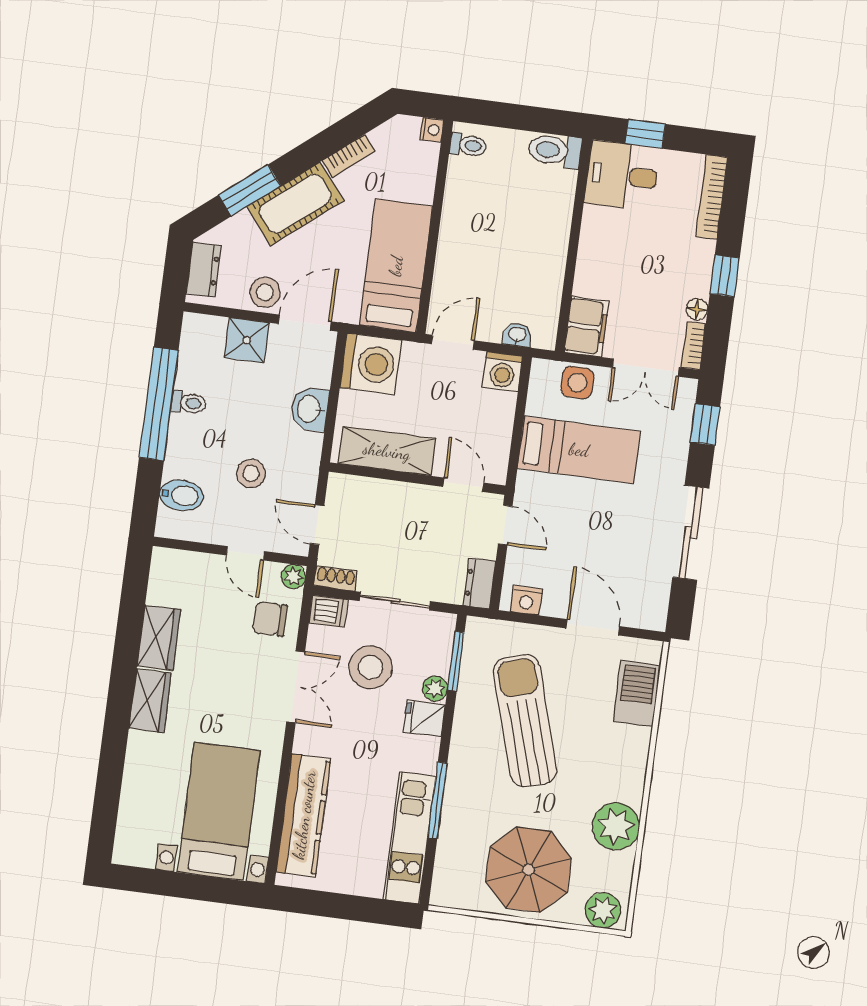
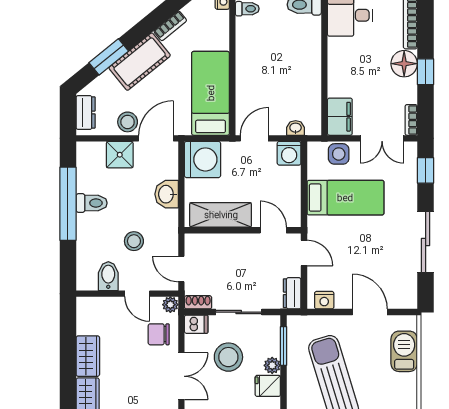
floor lamp: (697, 309) -> (404, 64), moved, width x1.89, depth x1.89
toilet: (189, 403) -> (92, 203), width x1.37, depth x1.39
bidet: (181, 495) -> (108, 276), moved, turned -90

